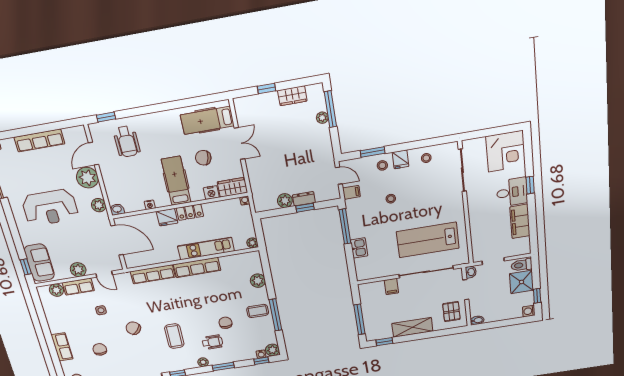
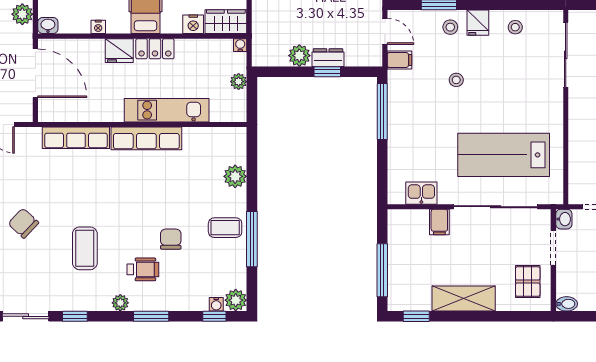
plant: (252, 243) -> (239, 82), moved
kitchen sink: (359, 248) -> (421, 193), moved, turned -90

